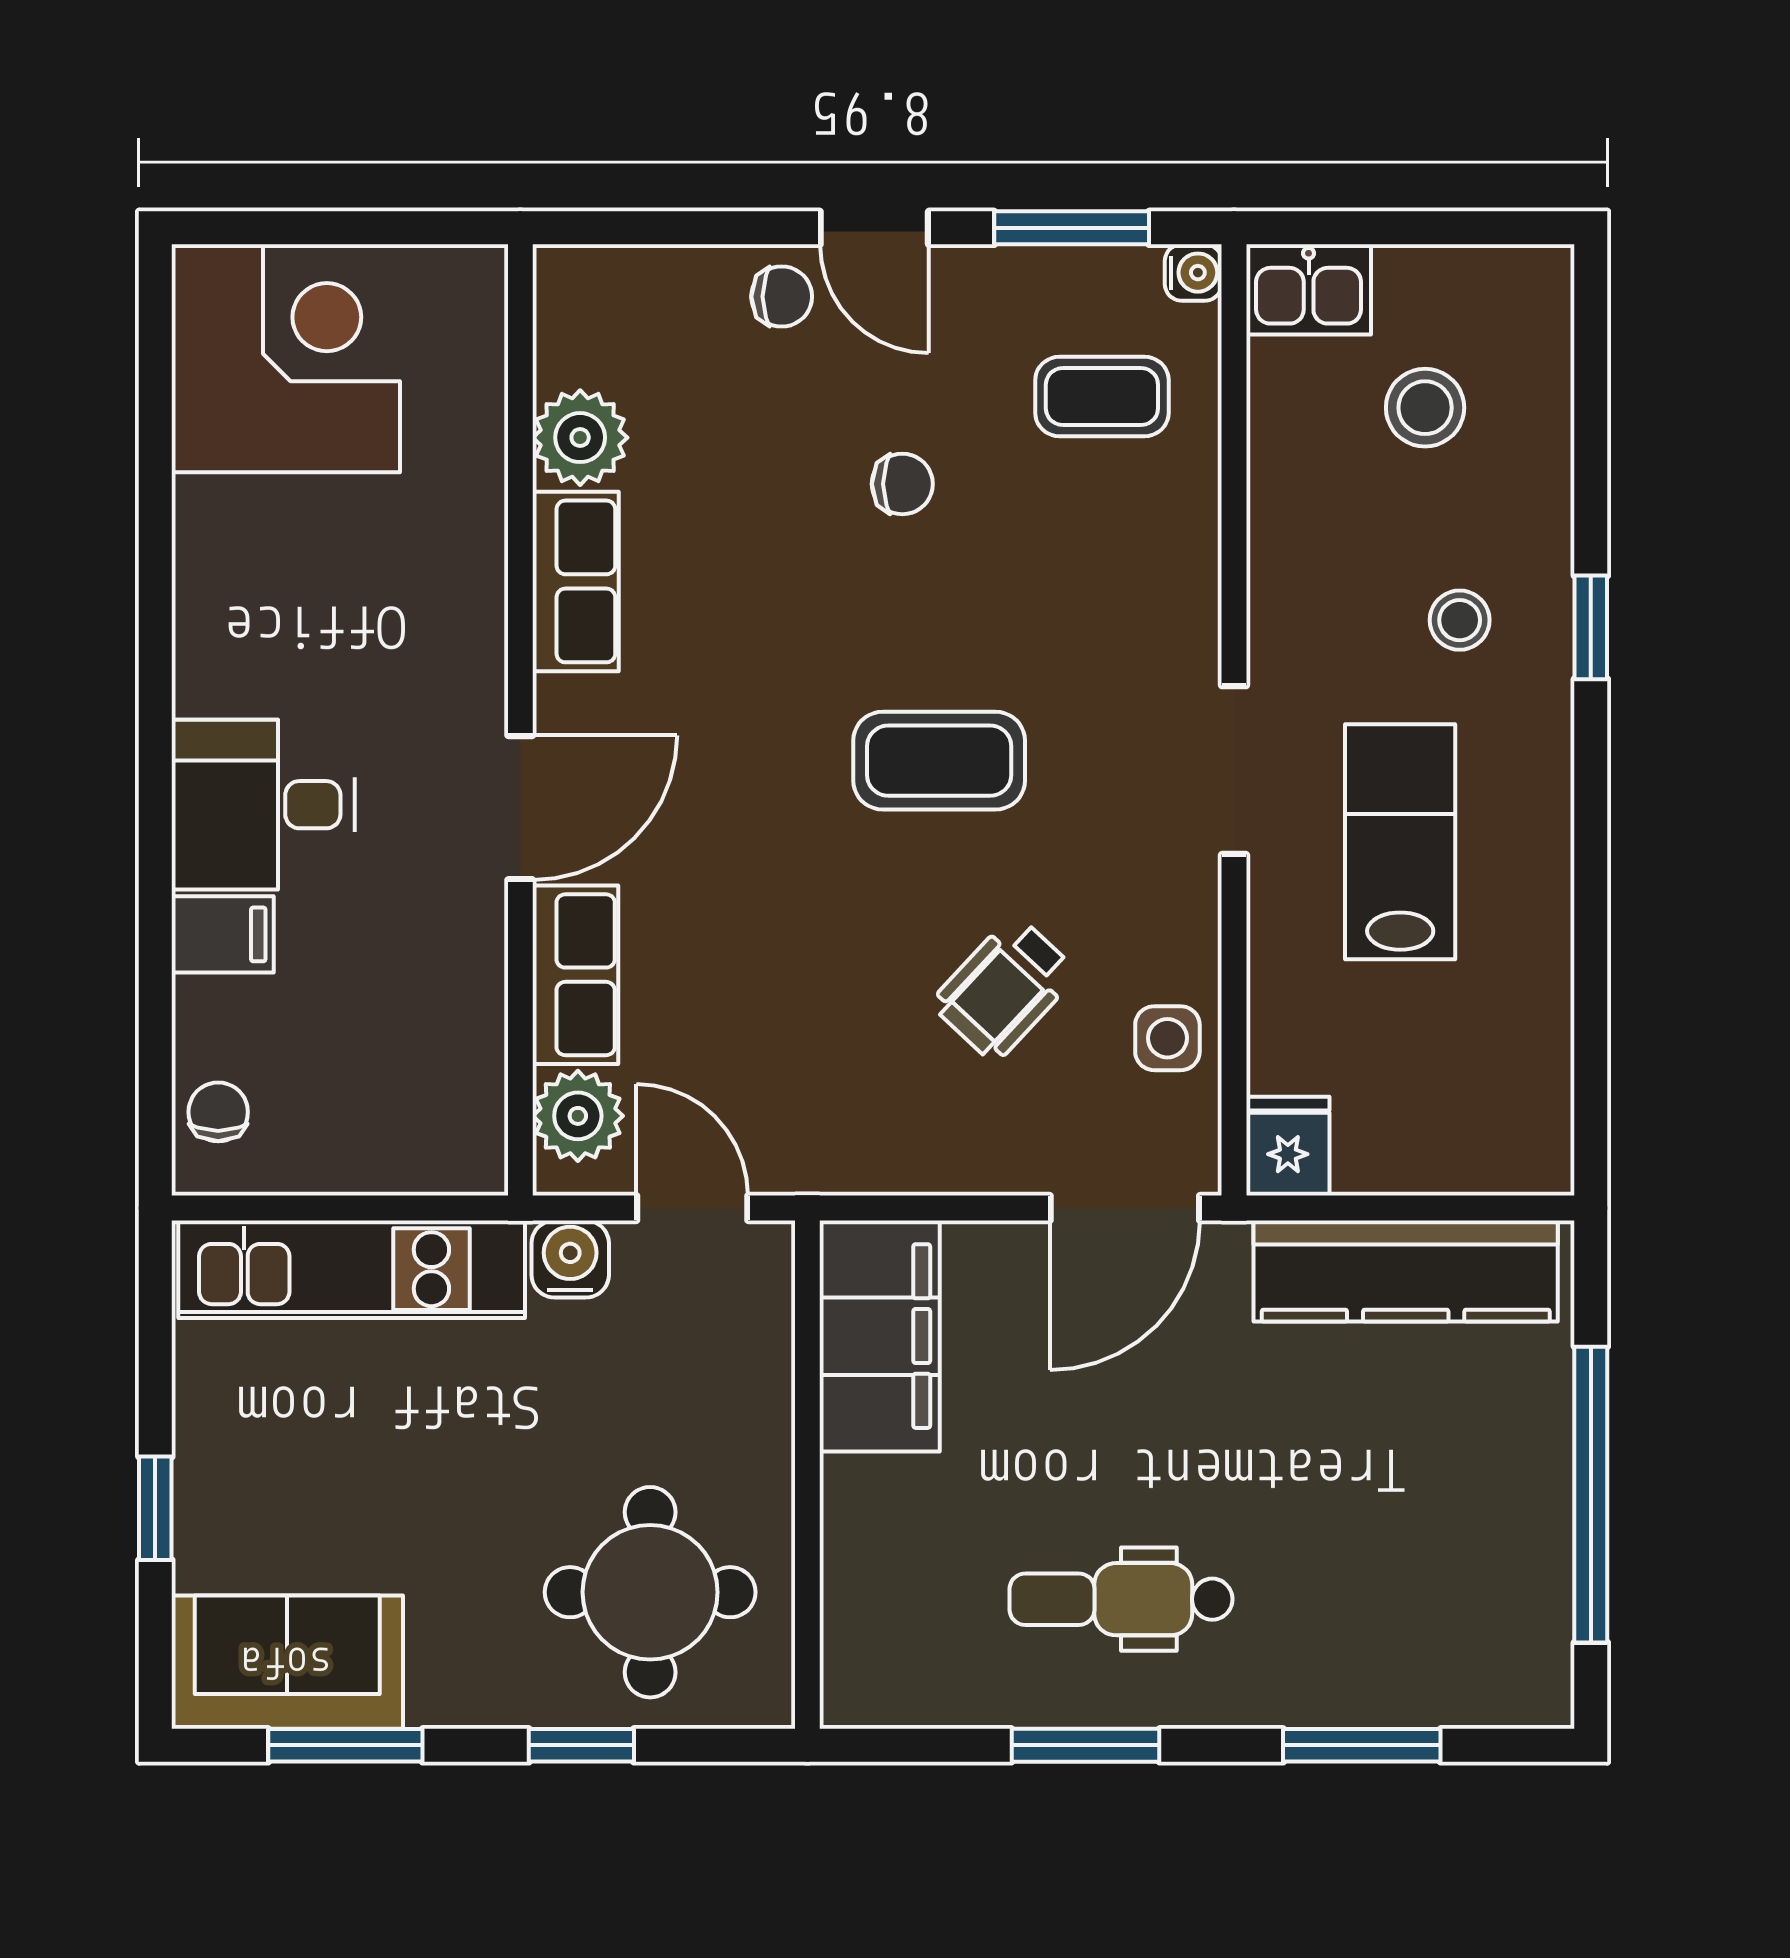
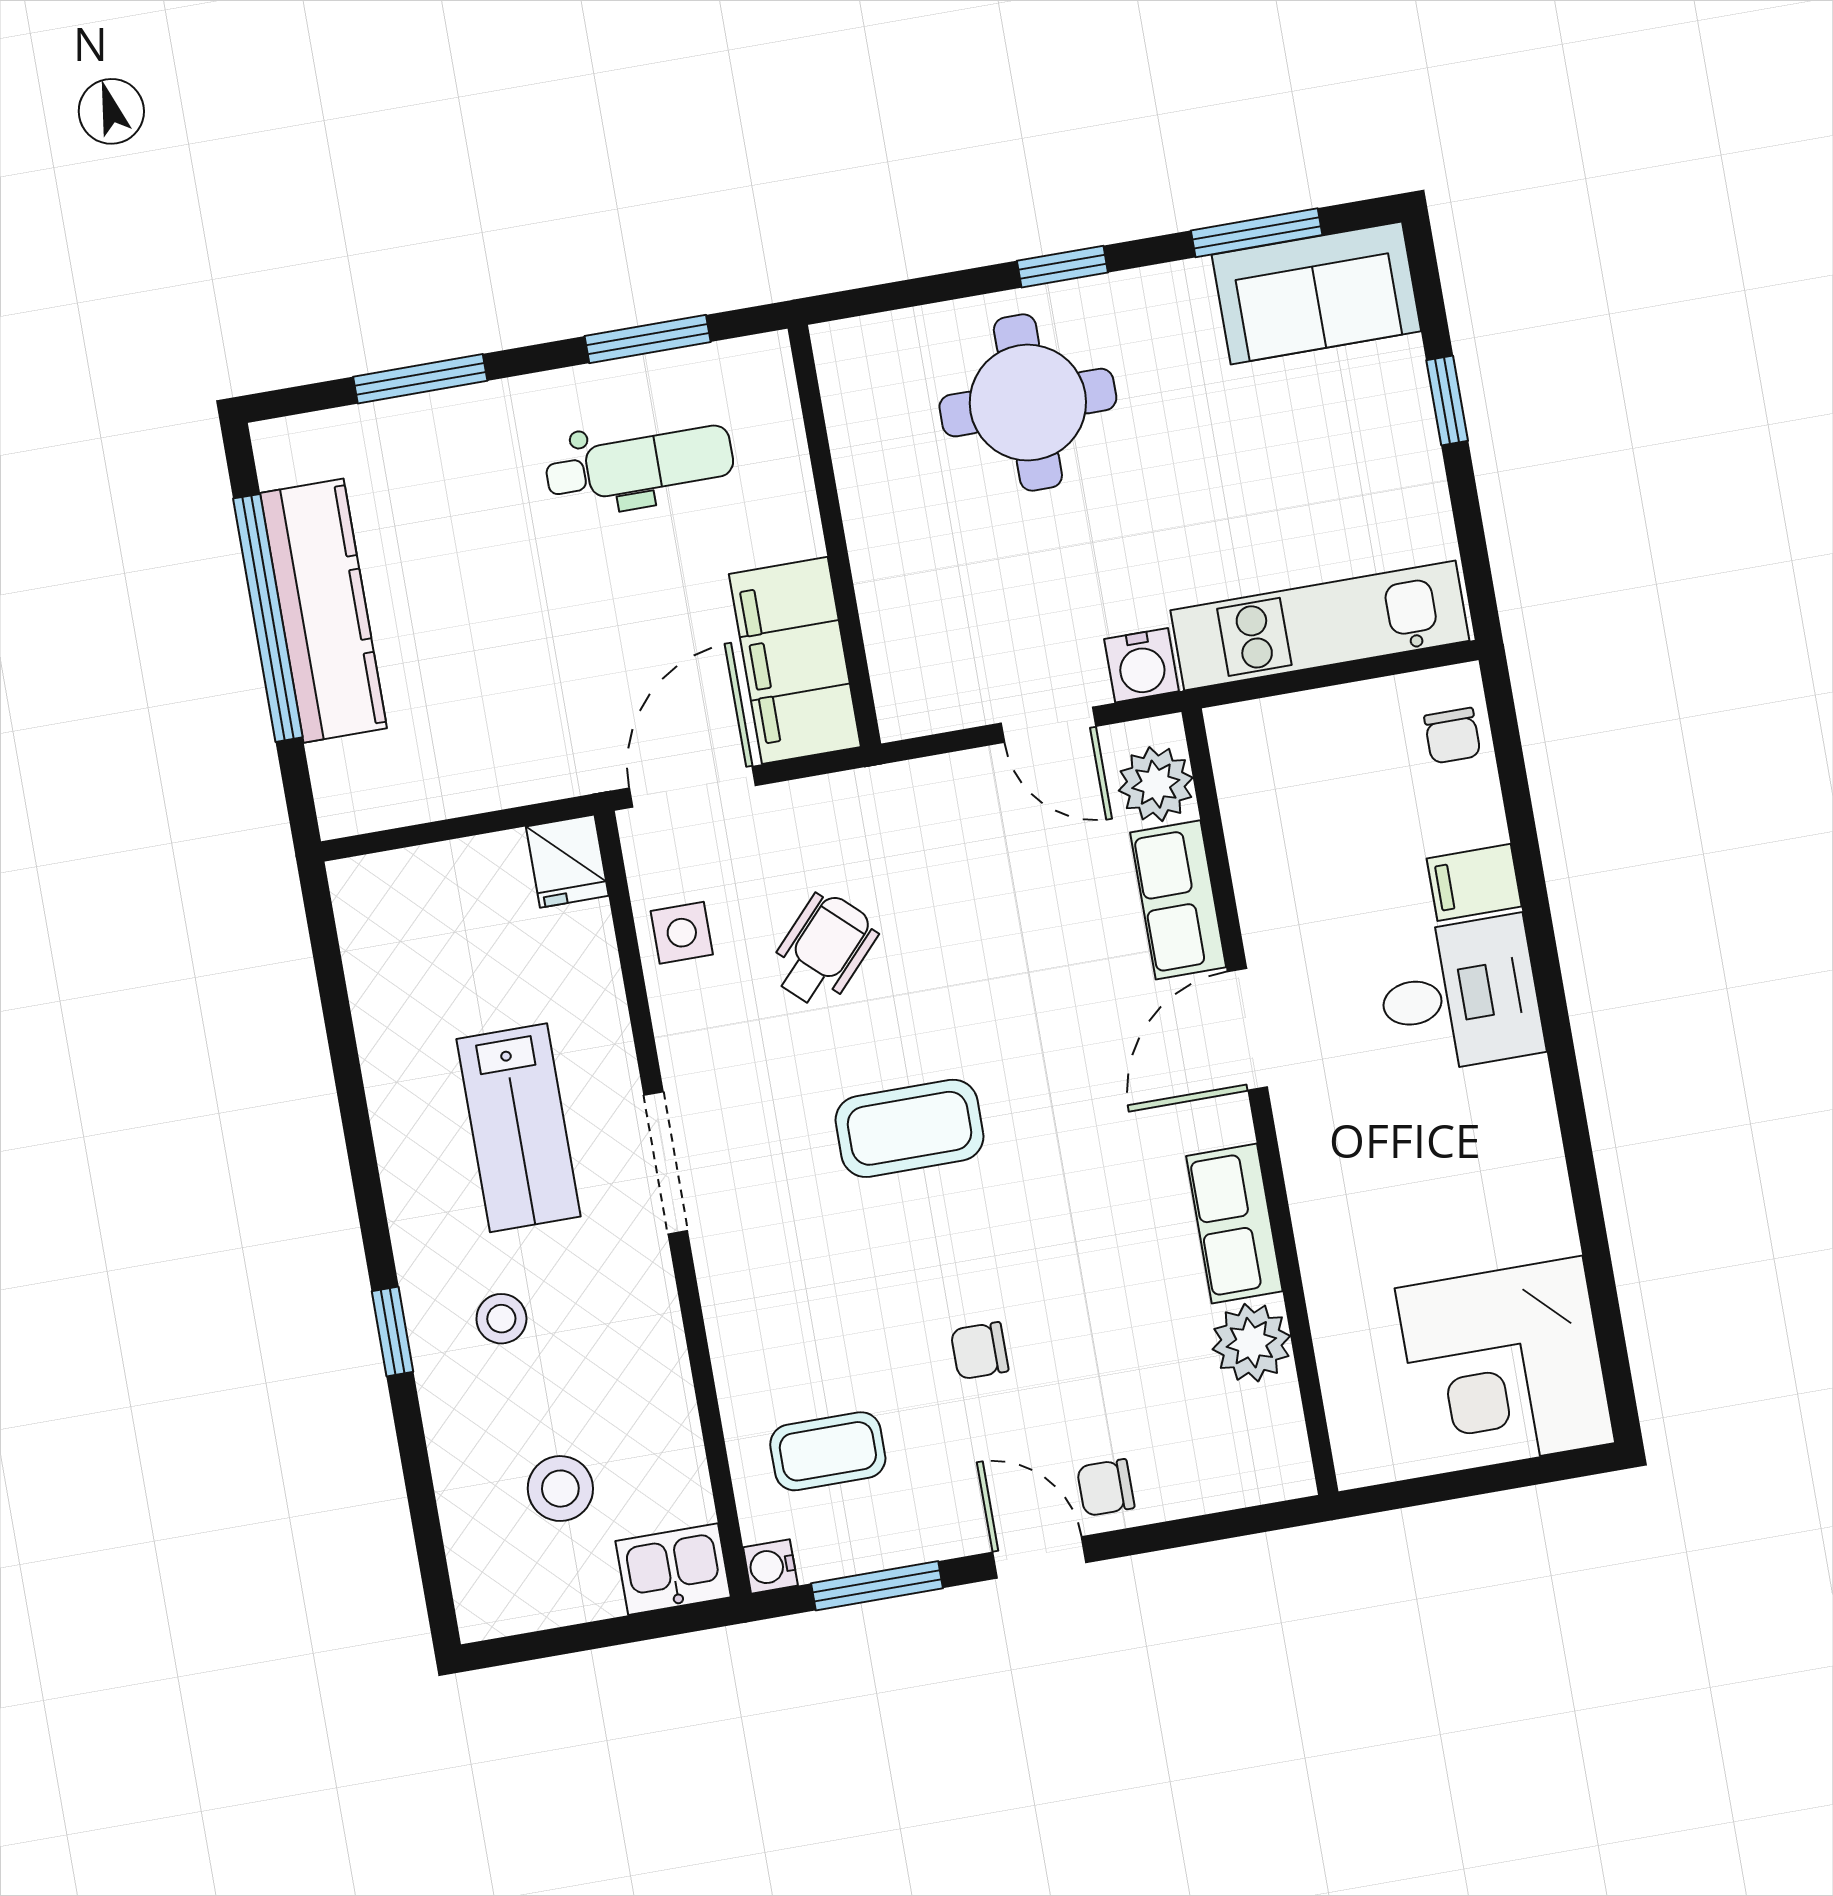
kitchen counter: (1406, 1271) -> (323, 611), moved, turned 90
filing cabinet: (880, 1336) -> (795, 660), moved
wall: (807, 1475) -> (834, 536), moved

